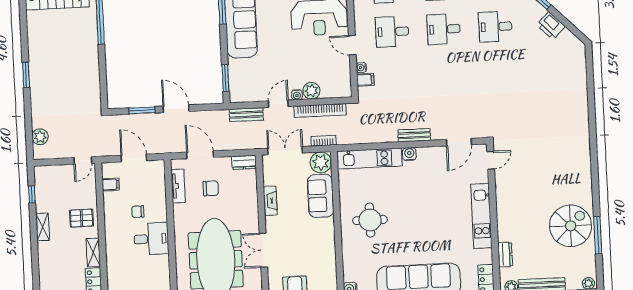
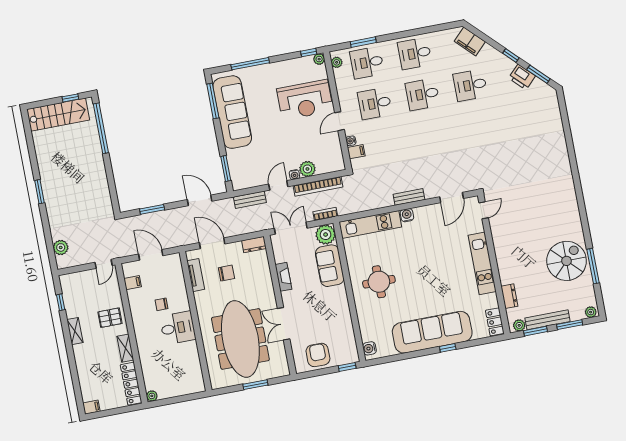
window: (569, 25) -> (538, 74), added
door: (352, 45) -> (339, 121), hinge flipped
door: (176, 109) -> (200, 200), moved

